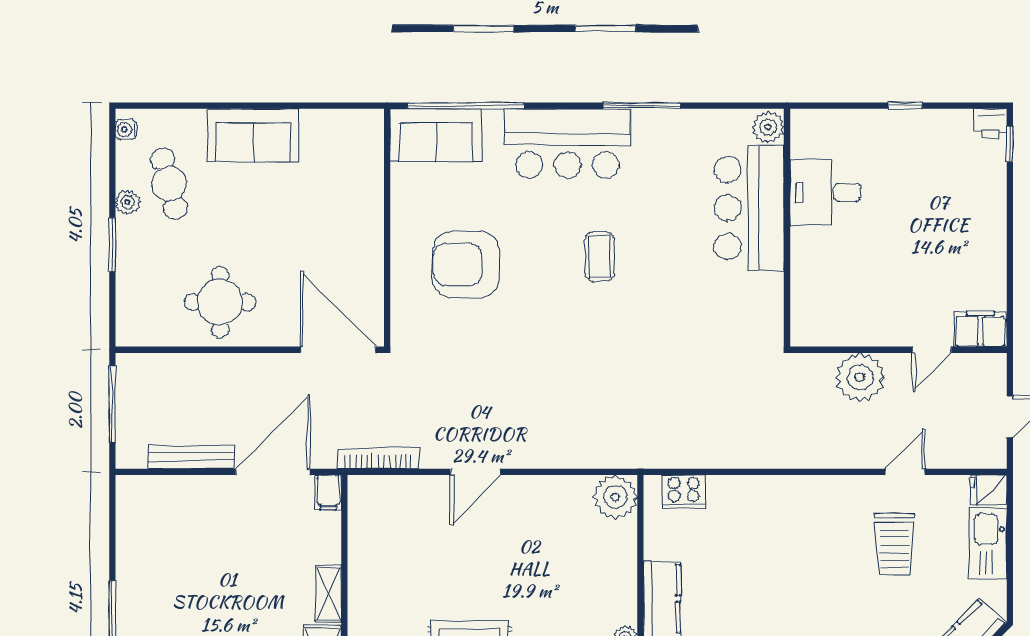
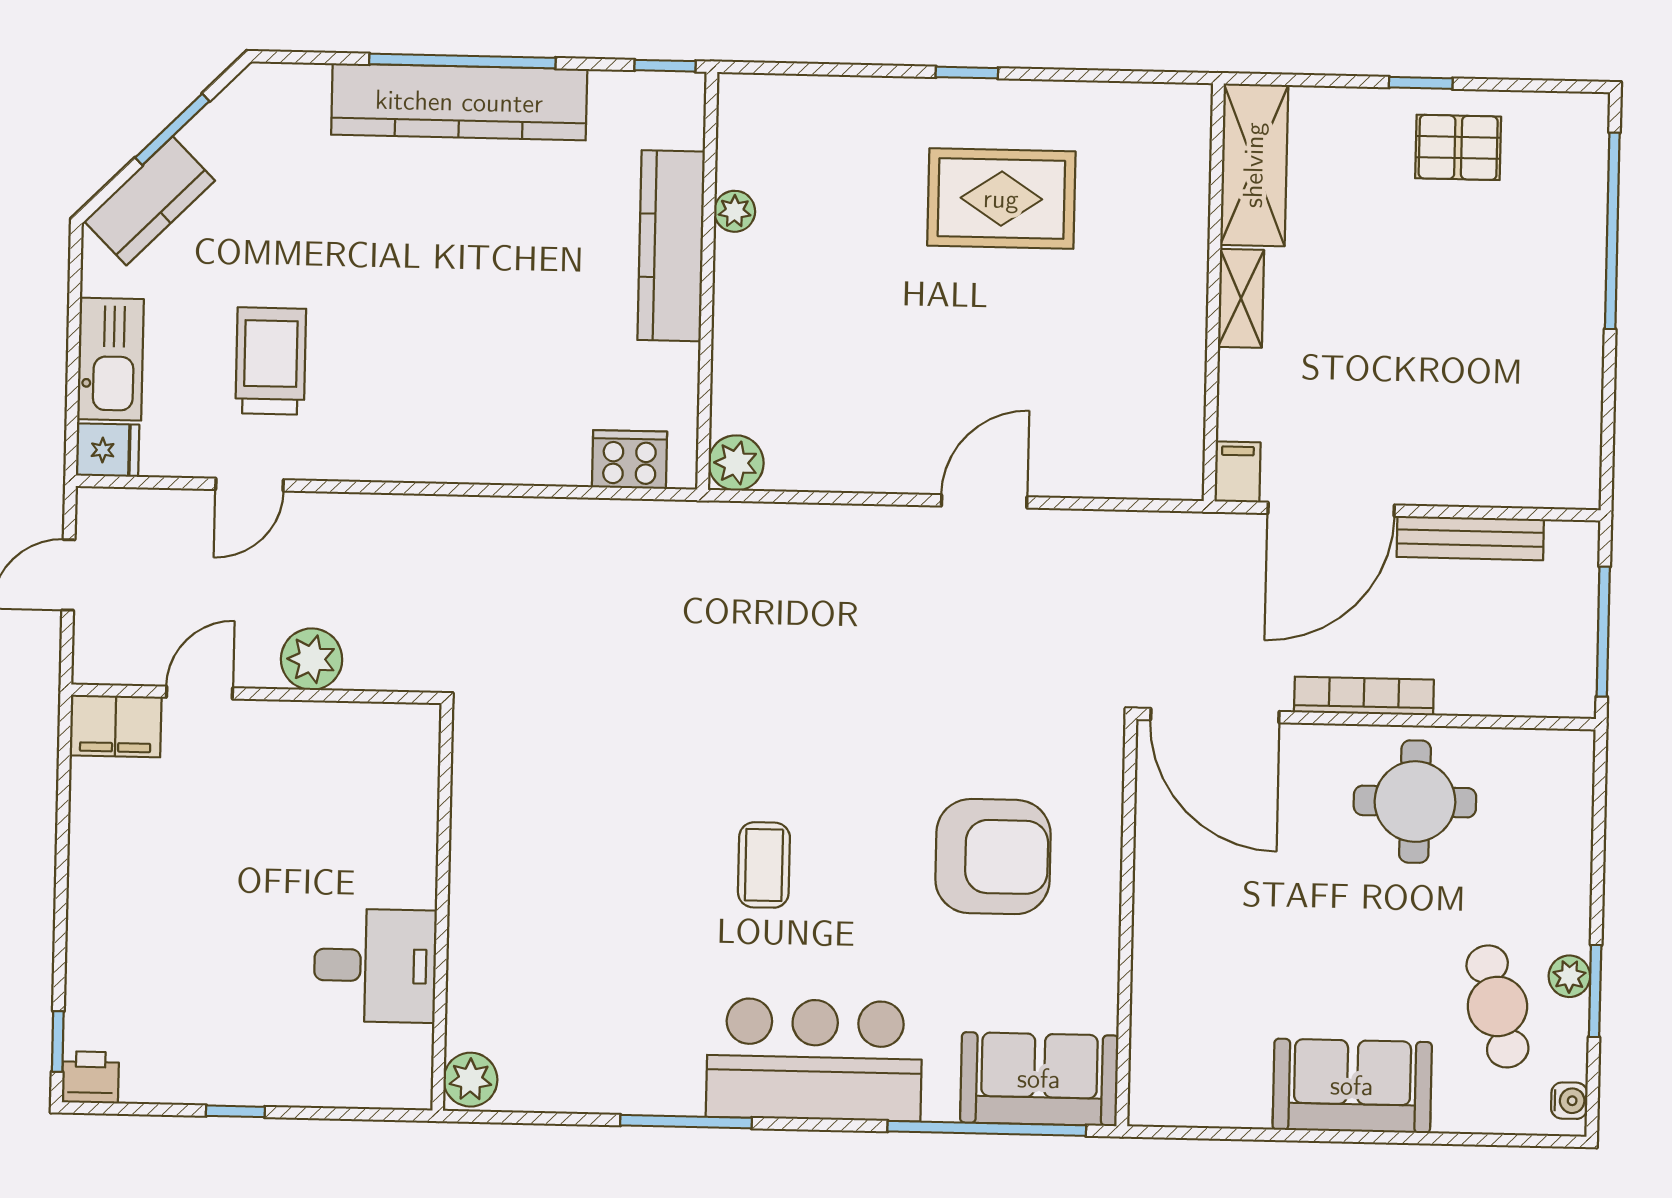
bar counter: (749, 208) -> (506, 942), removed
window: (112, 245) -> (1595, 991), moved
plant: (860, 377) -> (312, 659), width x0.73, depth x0.73
bookcase: (378, 458) -> (1364, 696), moved, turned 180
plant: (615, 497) -> (736, 463), width x0.73, depth x0.73

